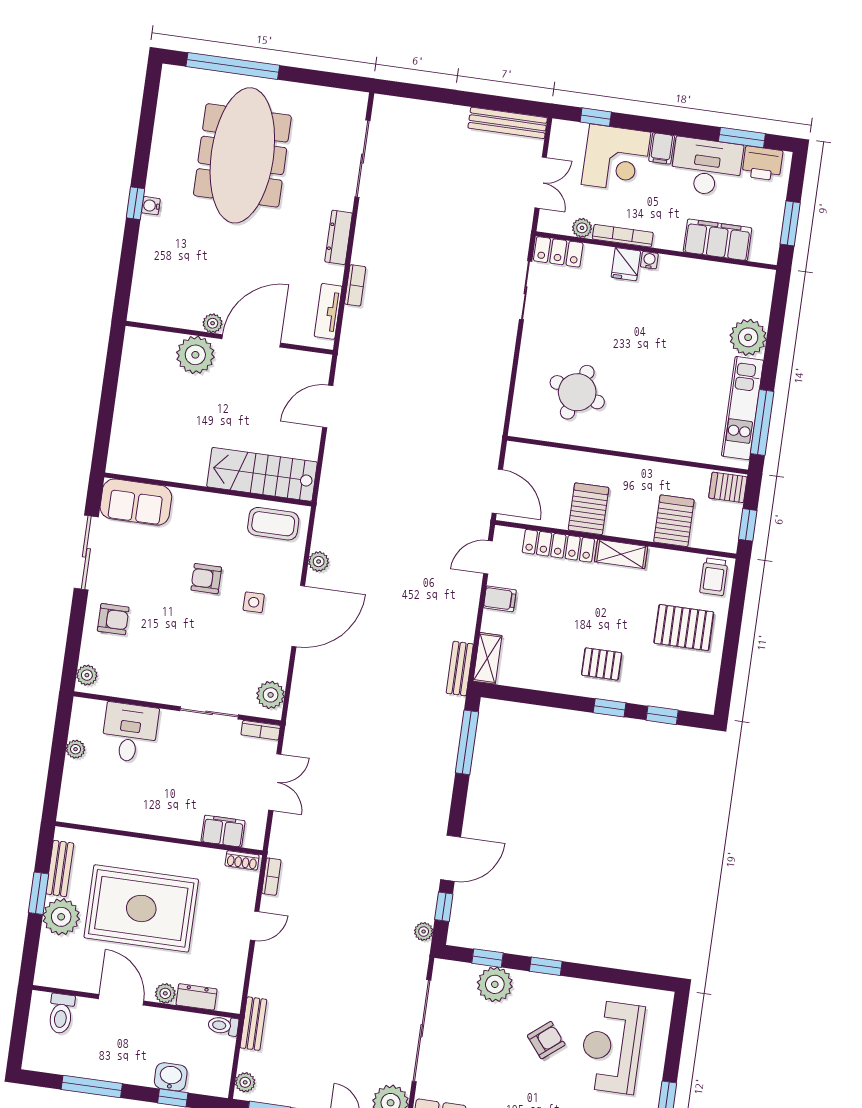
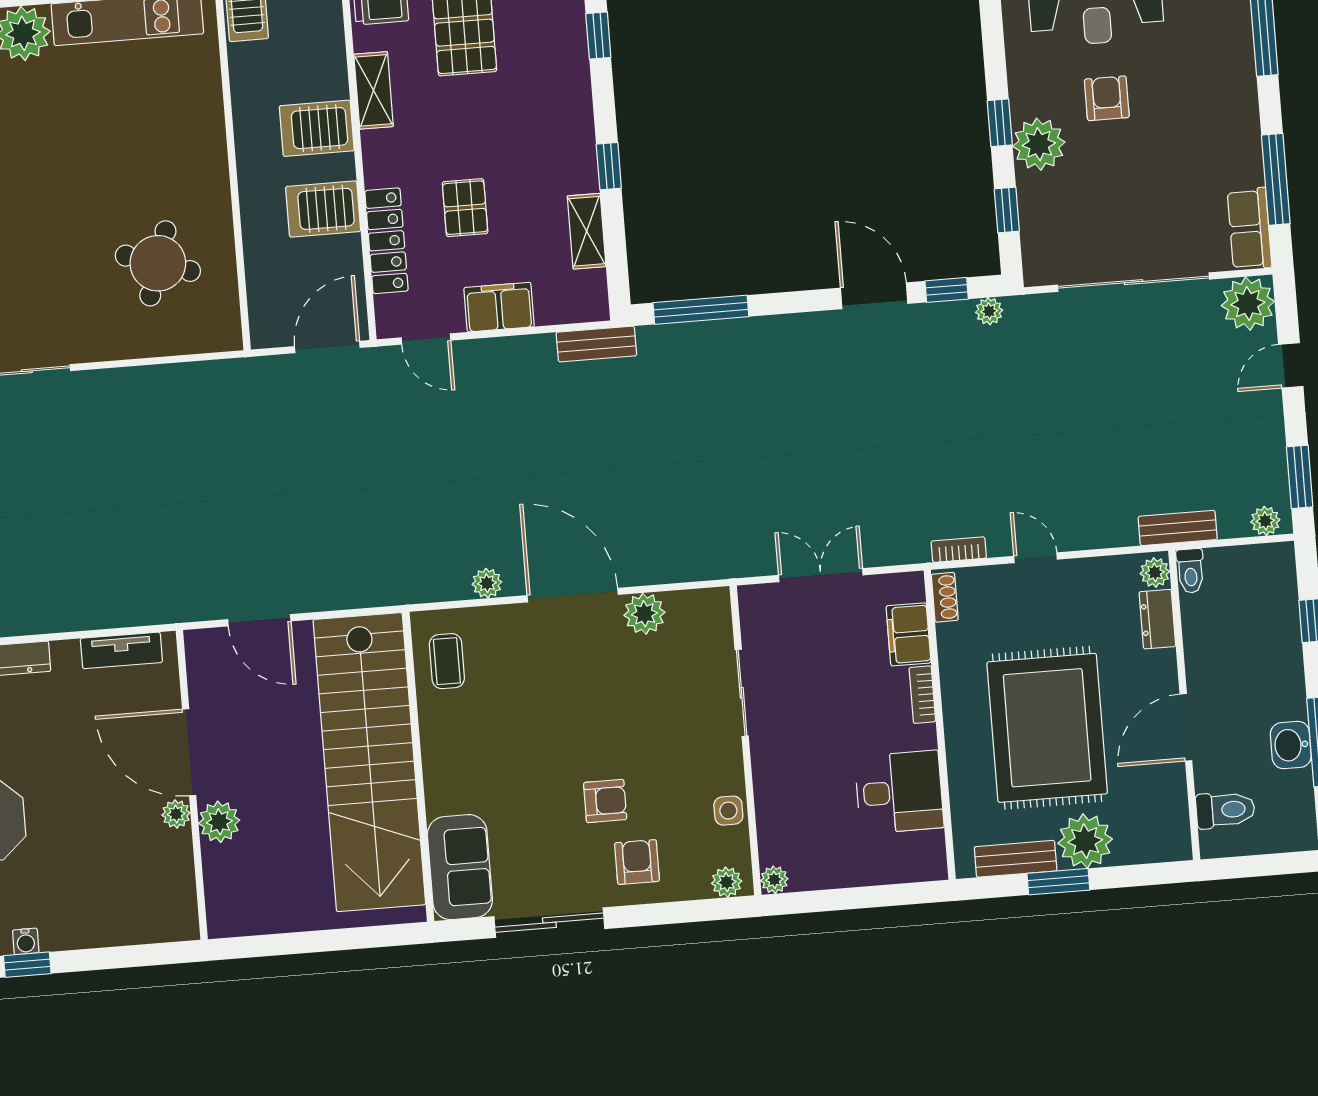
bookcase: (355, 285) -> (75, 620), removed
plant: (195, 355) -> (219, 822), width x0.73, depth x0.73
stairs: (262, 474) -> (369, 762), width x1.86, depth x1.51
server rack: (674, 521) -> (317, 128), moved
coffee table: (273, 524) -> (447, 661), width x0.73, depth x0.77
shelving: (621, 554) -> (374, 90), moved
armchair: (206, 579) -> (605, 801), moved, turned -90
filing cabinet: (500, 599) -> (499, 307), width x2.00
side table: (254, 602) -> (728, 811), moved
shelving: (488, 658) -> (587, 231), moved, turned 90
pallet: (602, 664) -> (465, 208), moved
plant: (271, 695) -> (644, 614), moved
window: (610, 708) -> (609, 166), moved
bookcase: (261, 730) -> (922, 695), moved, turned 180
desk: (130, 733) -> (899, 792), moved, turned 180
plant: (76, 749) -> (774, 880), moved
plant: (495, 984) -> (1039, 144), moved
plant: (165, 993) -> (1155, 572), moved
armchair: (546, 1040) -> (1107, 98), turned 39
washbasin: (171, 1077) -> (1291, 745), moved

